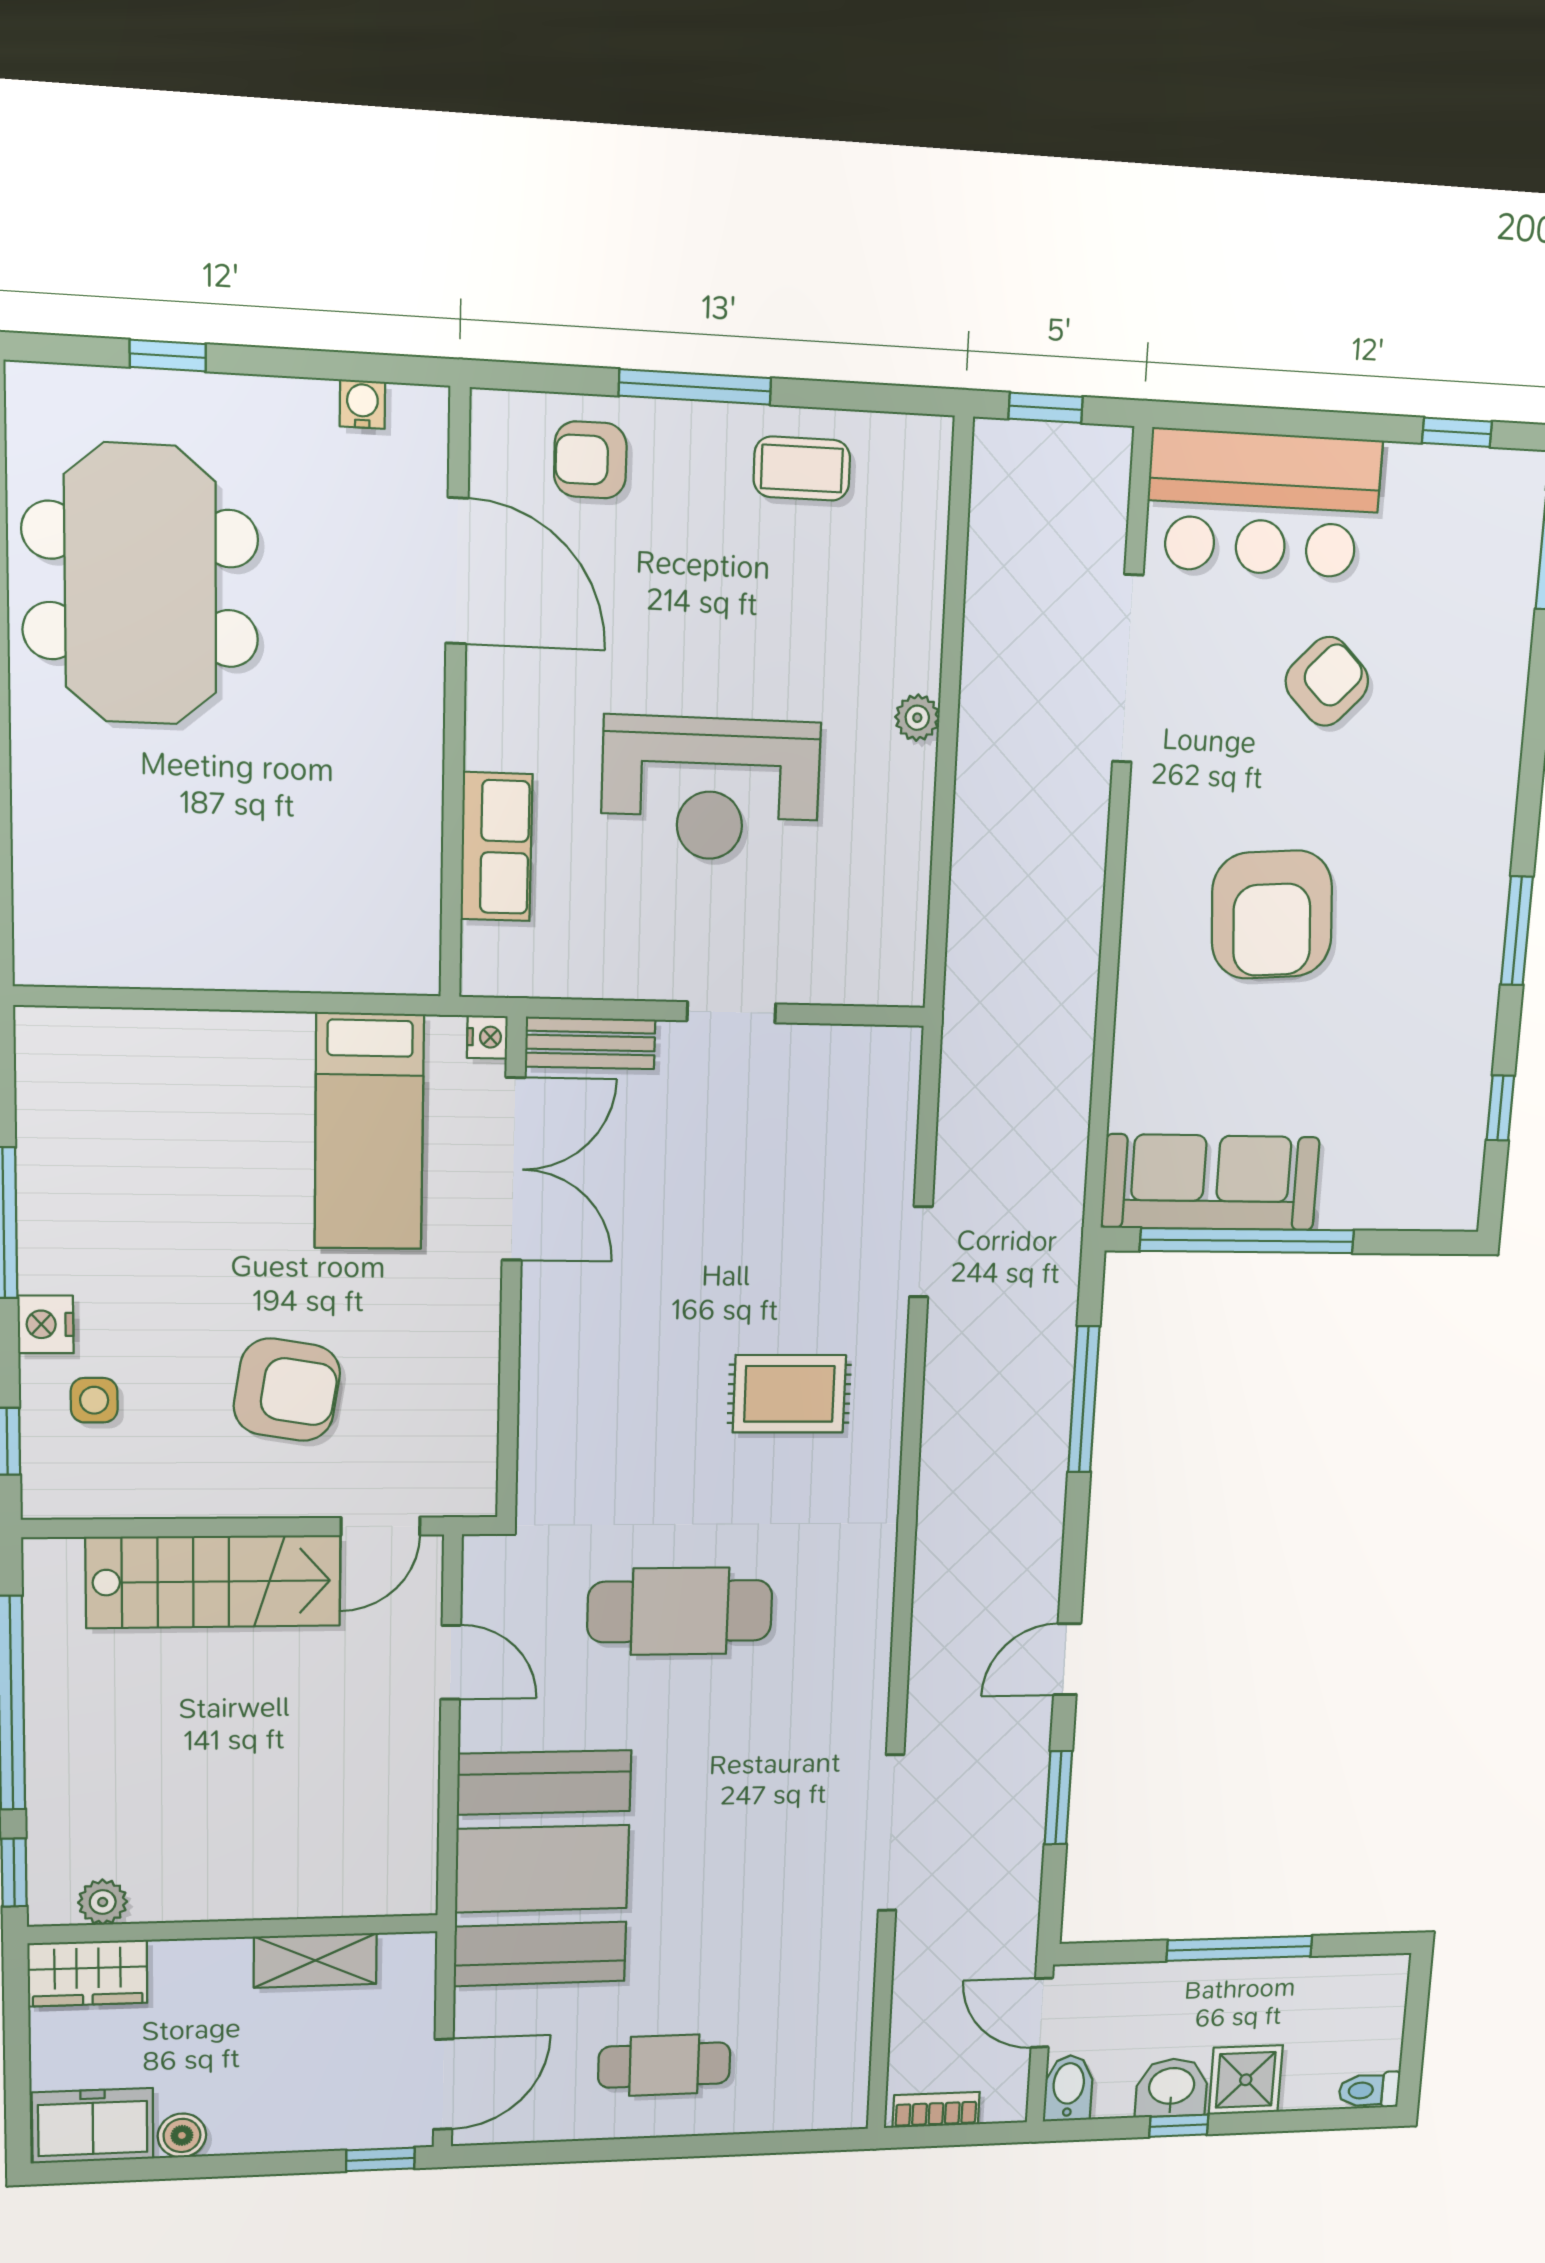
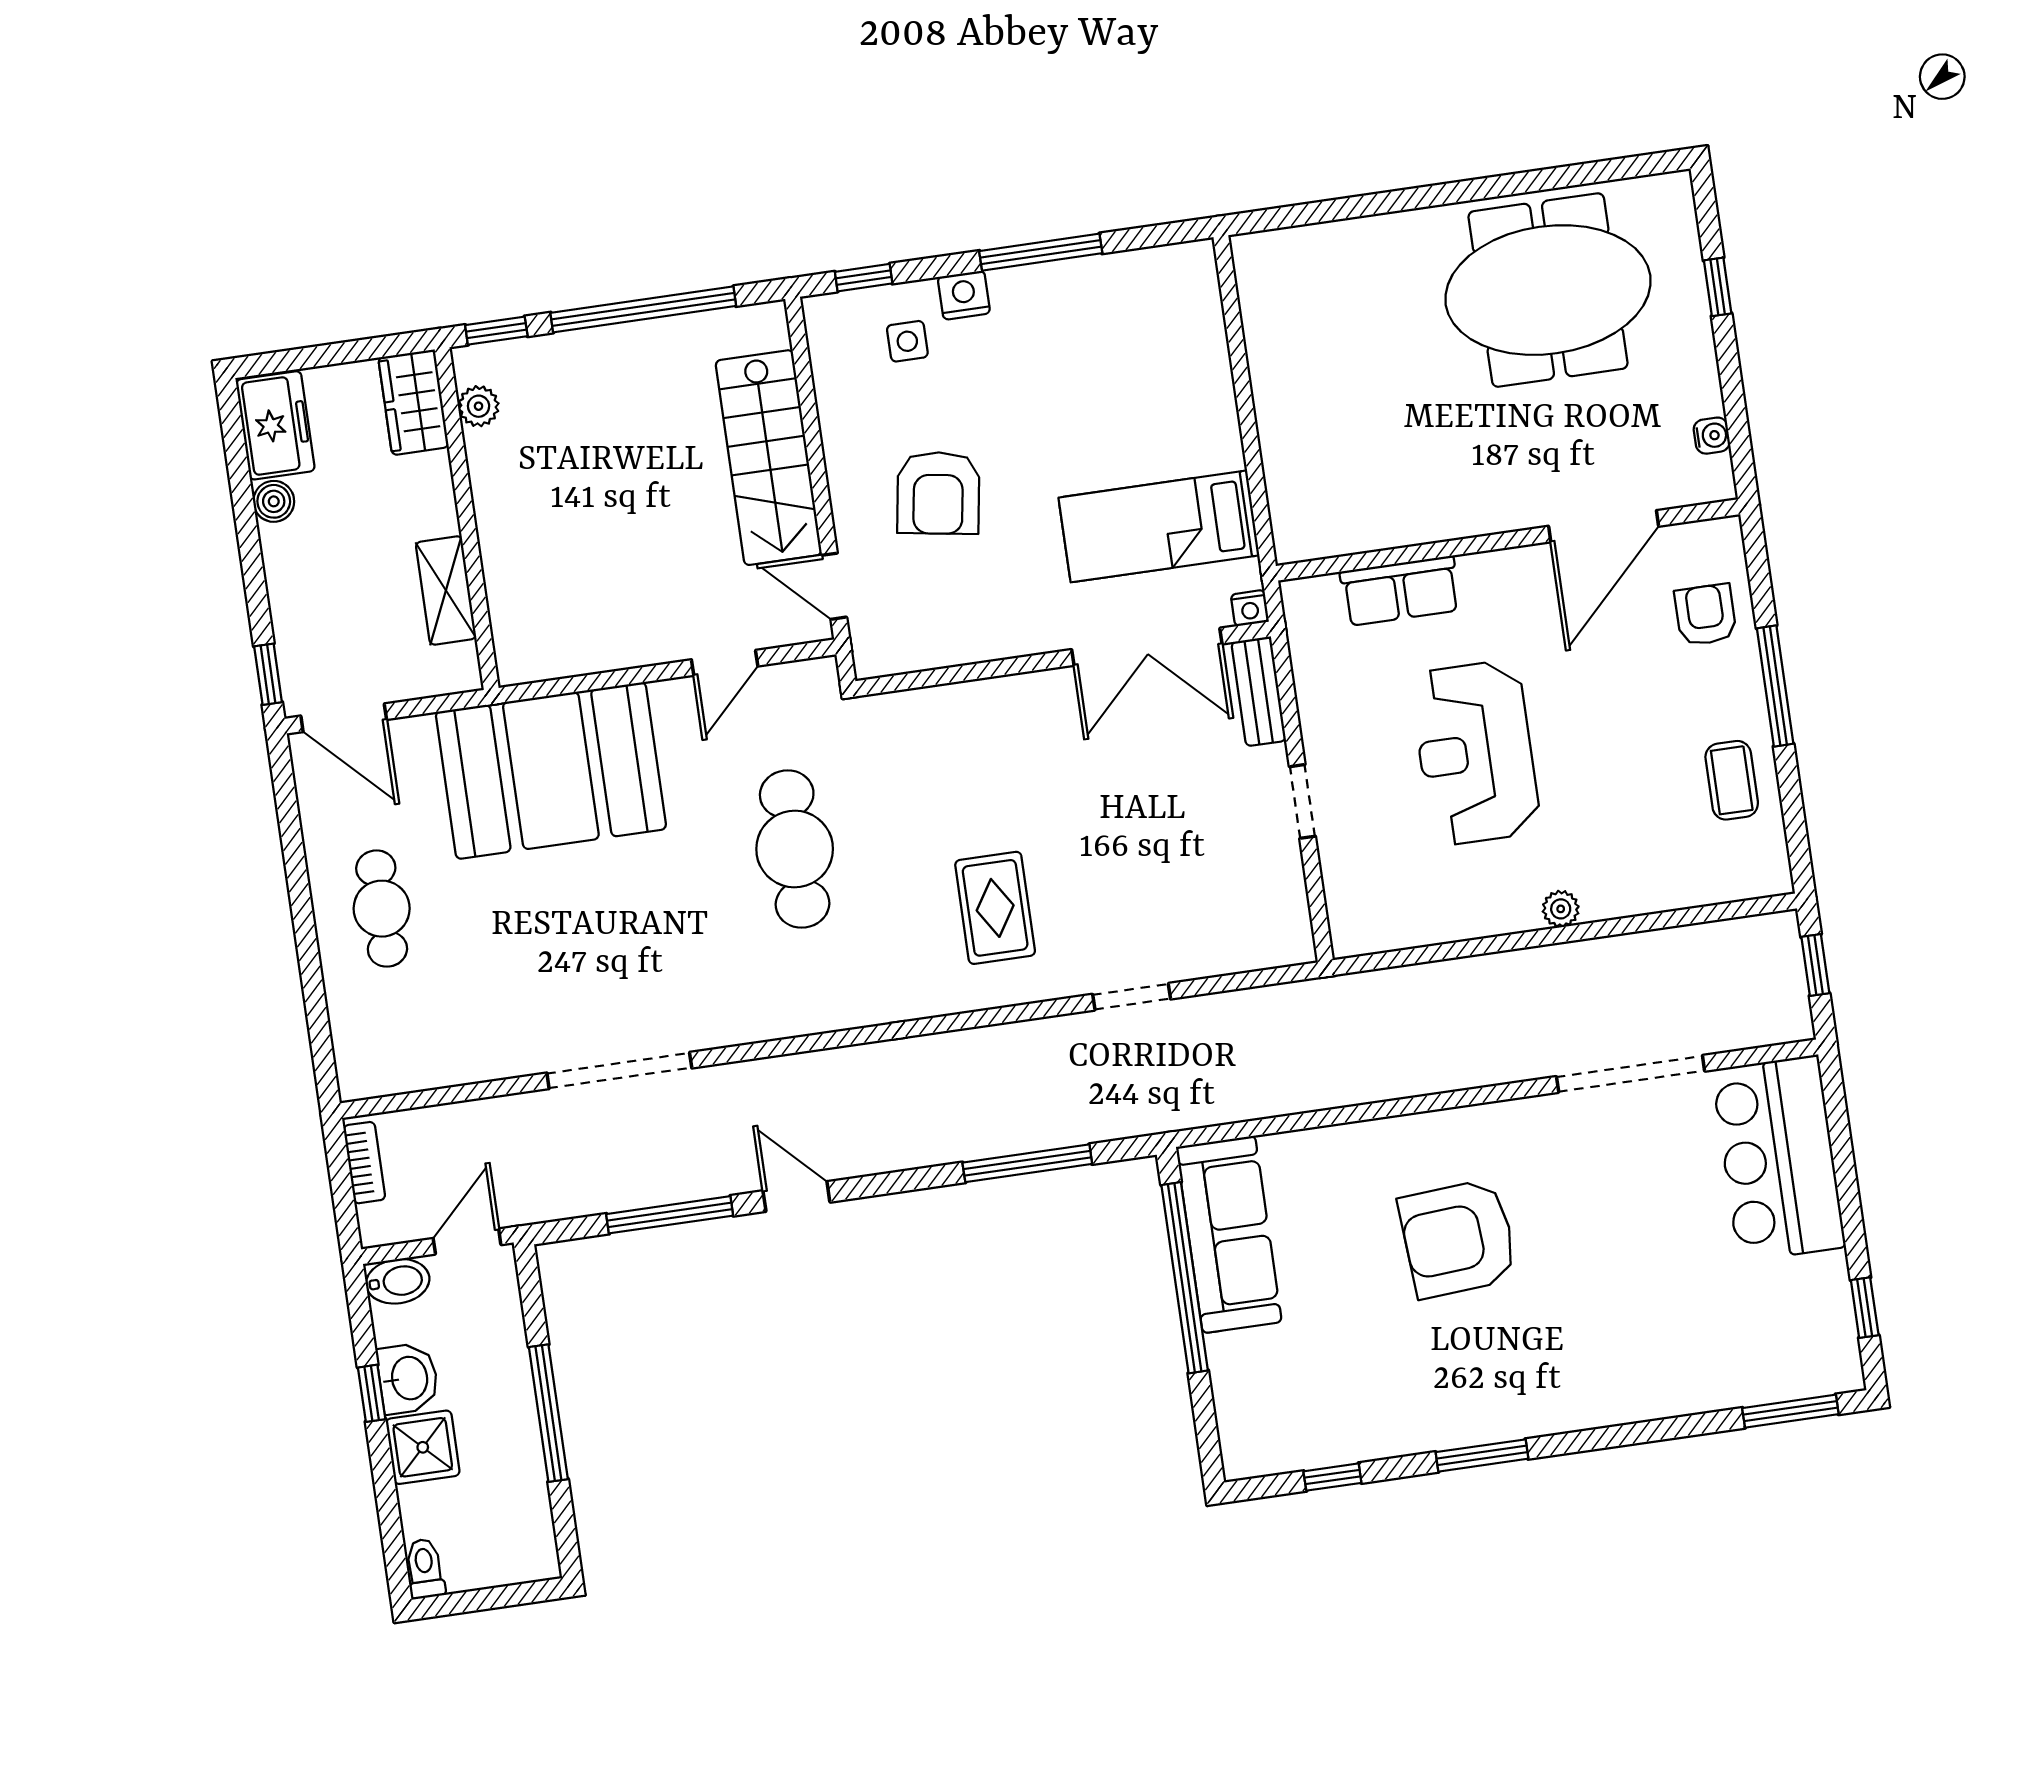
armchair: (1327, 681) -> (1652, 1243), removed
window: (1058, 1798) -> (670, 1215), width x1.44

